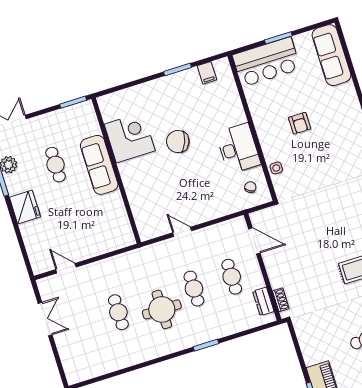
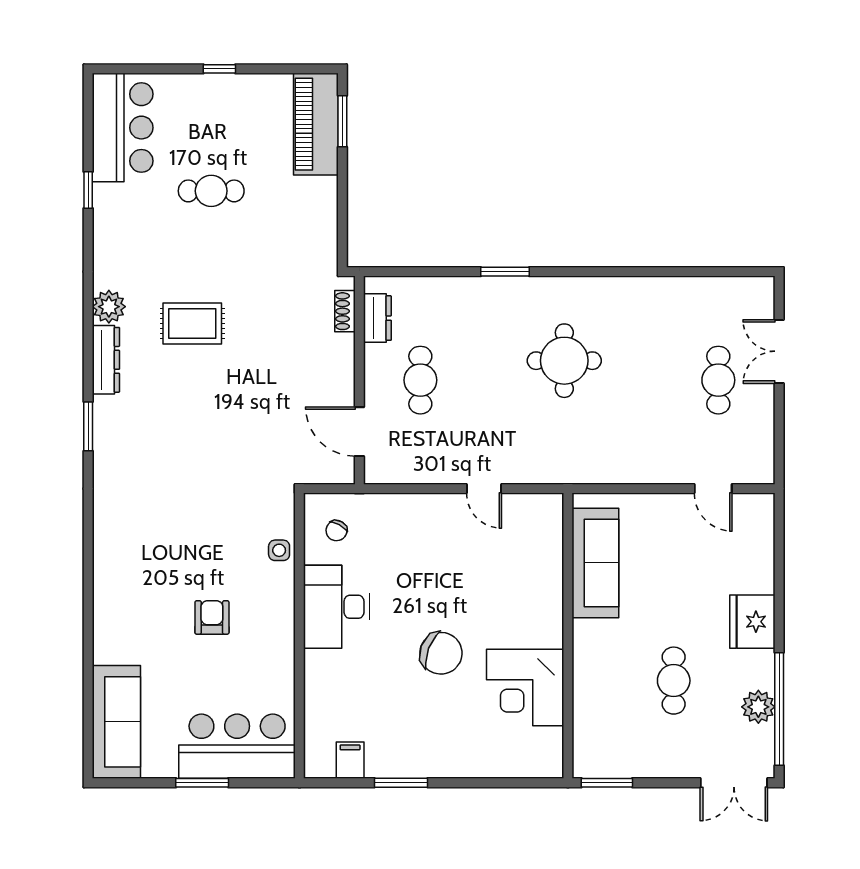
sofa: (99, 165) -> (595, 563), moved
cafe table: (194, 289) -> (495, 380), removed
cafe table: (118, 312) -> (718, 380), moved
double door: (45, 319) -> (779, 351), moved

